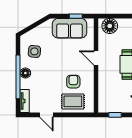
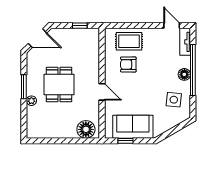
armchair: (73, 82) -> (128, 64), turned 90
door: (46, 115) -> (172, 26), moved

